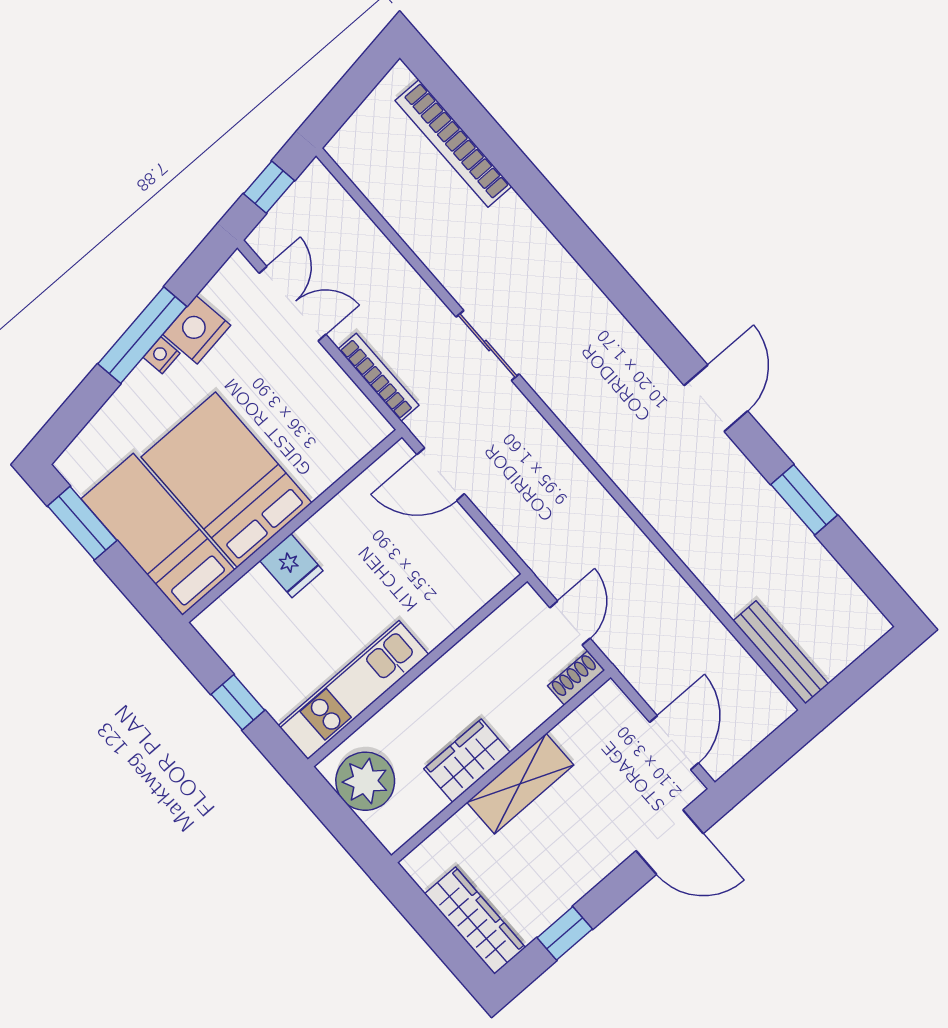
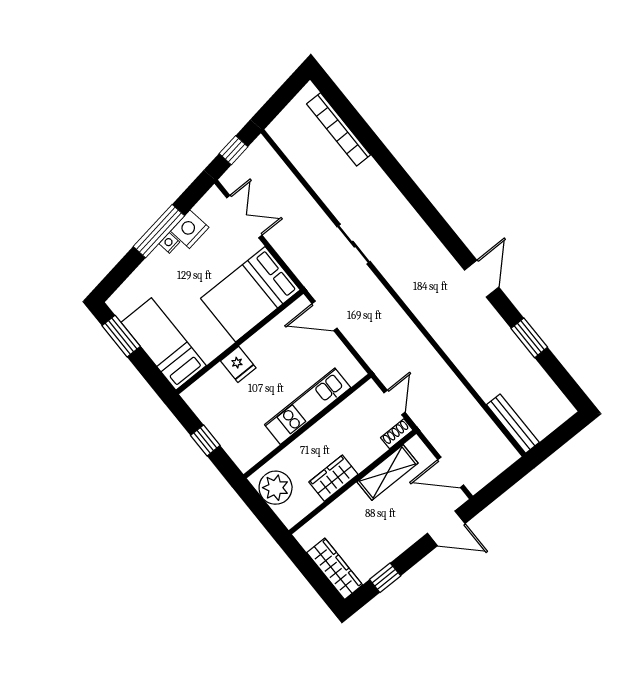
bookcase: (378, 377) -> (291, 260), removed
bed: (227, 480) -> (250, 294), moved, turned -90
kitchen unit: (353, 690) -> (308, 406), moved
door: (674, 743) -> (451, 472), swing flipped
shelving: (520, 784) -> (387, 473), moved

